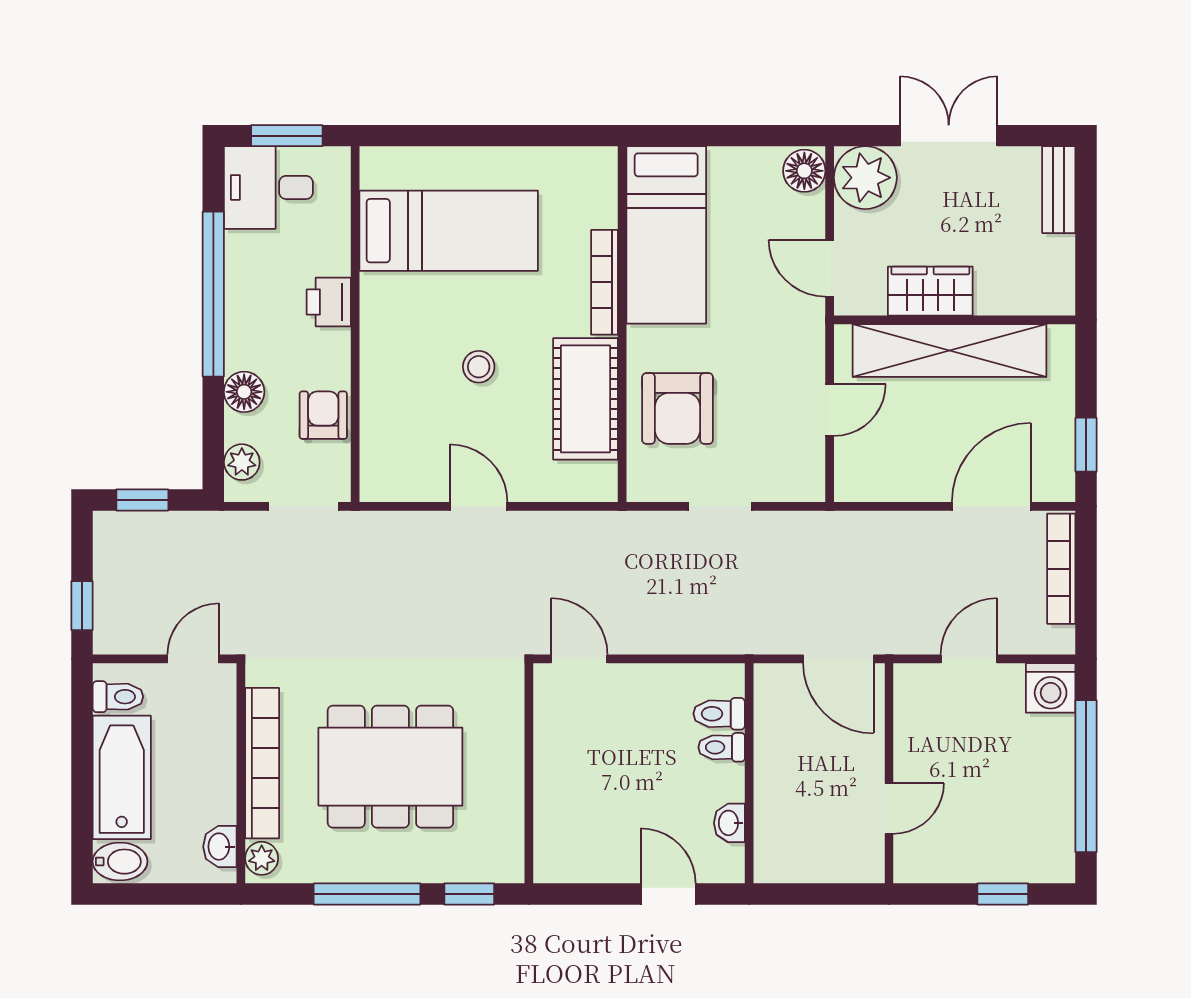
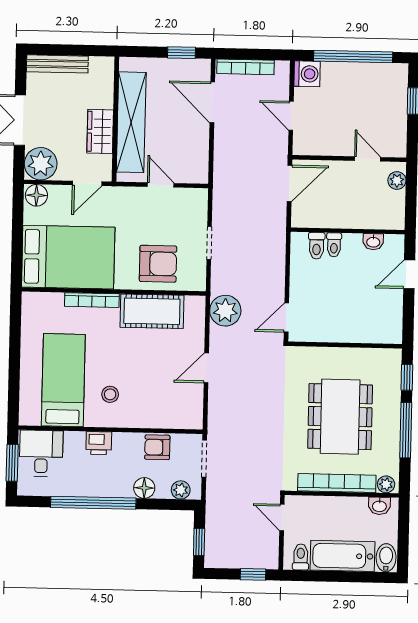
desk: (268, 187) -> (41, 453), moved, turned 180
bench: (1059, 190) -> (57, 64), width x1.36
bed: (666, 235) -> (68, 257), width x1.50
stool: (479, 367) -> (110, 394), moved
plant: (590, 540) -> (225, 311), added
plant: (849, 866) -> (397, 180), added

